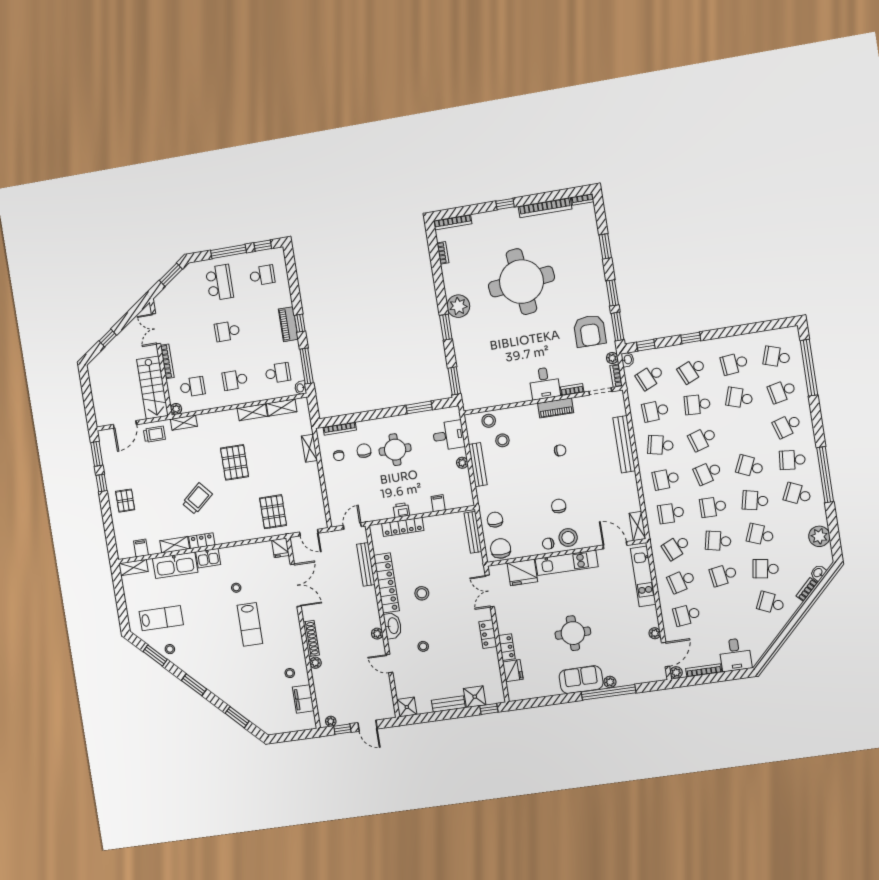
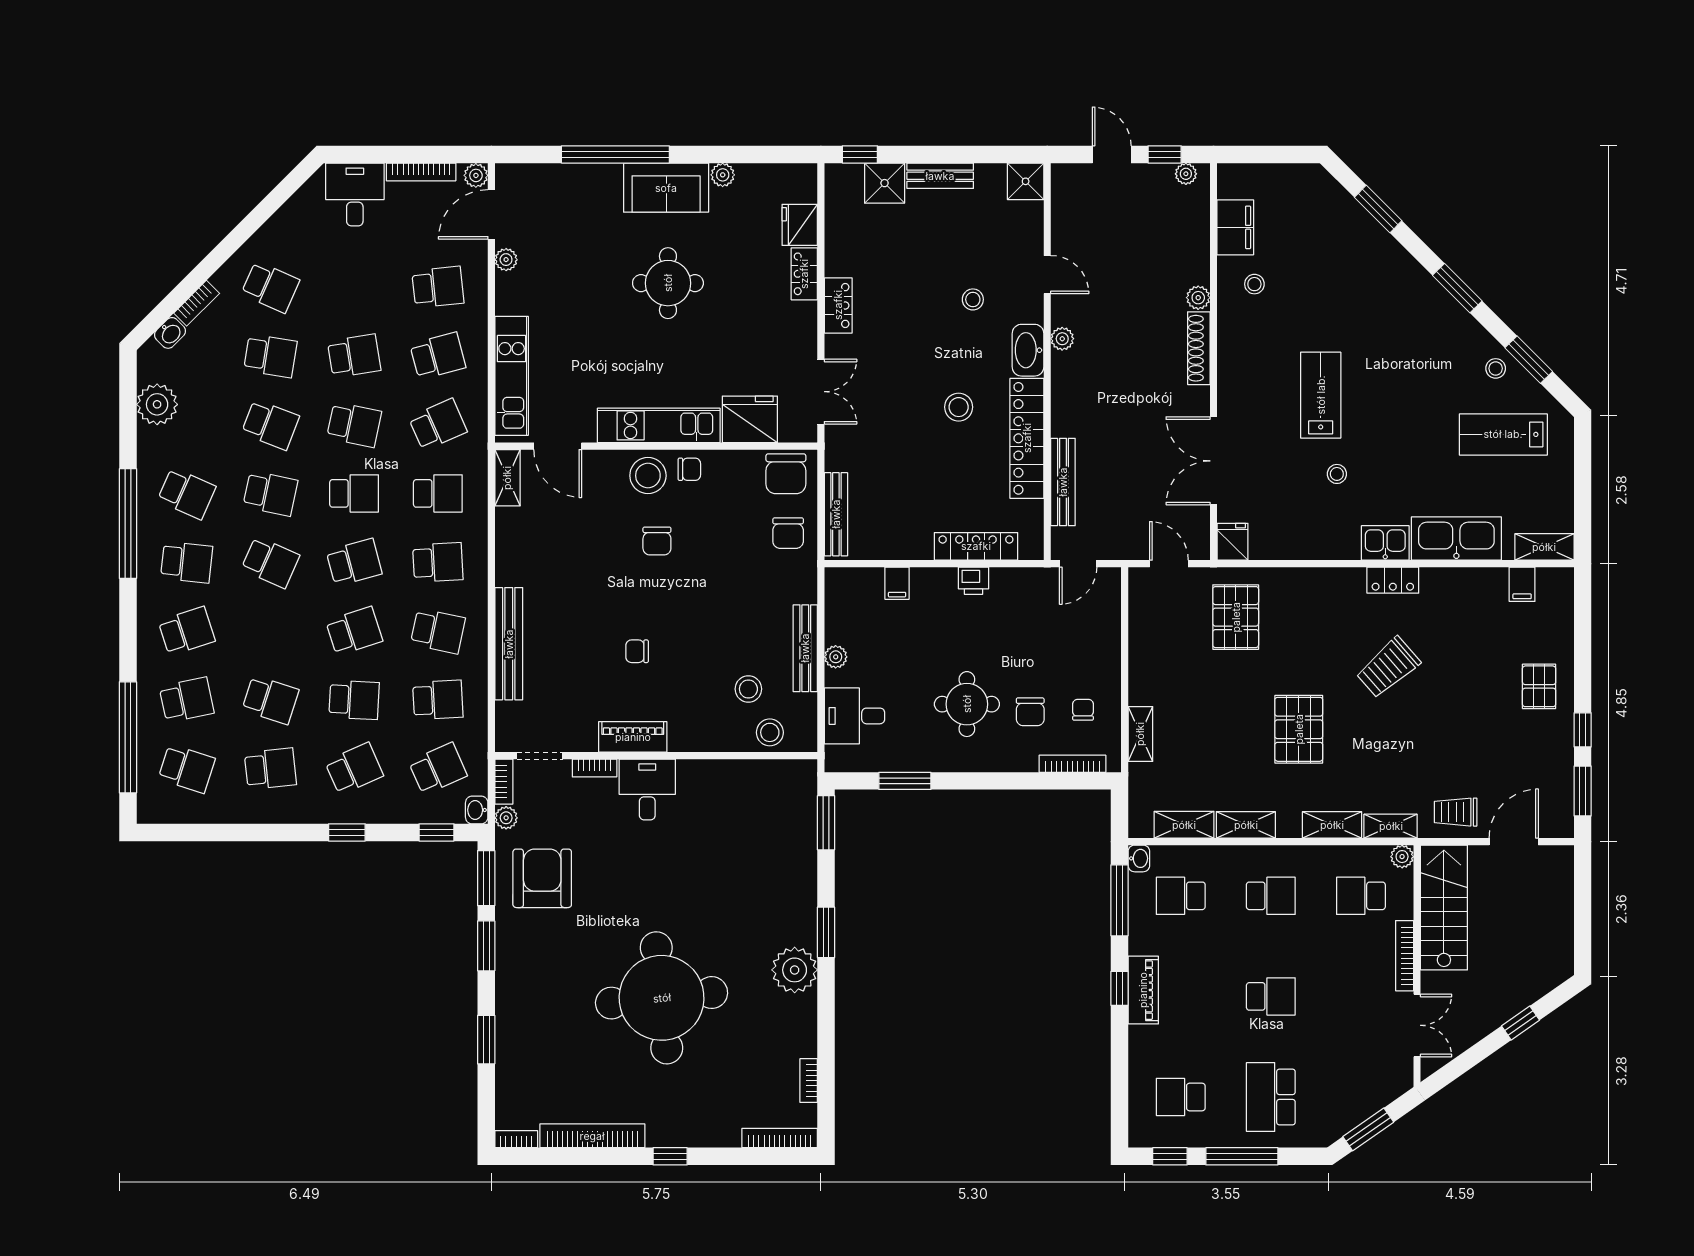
shelving: (175, 545) -> (1332, 825), moved
plant: (610, 682) -> (723, 175), moved

